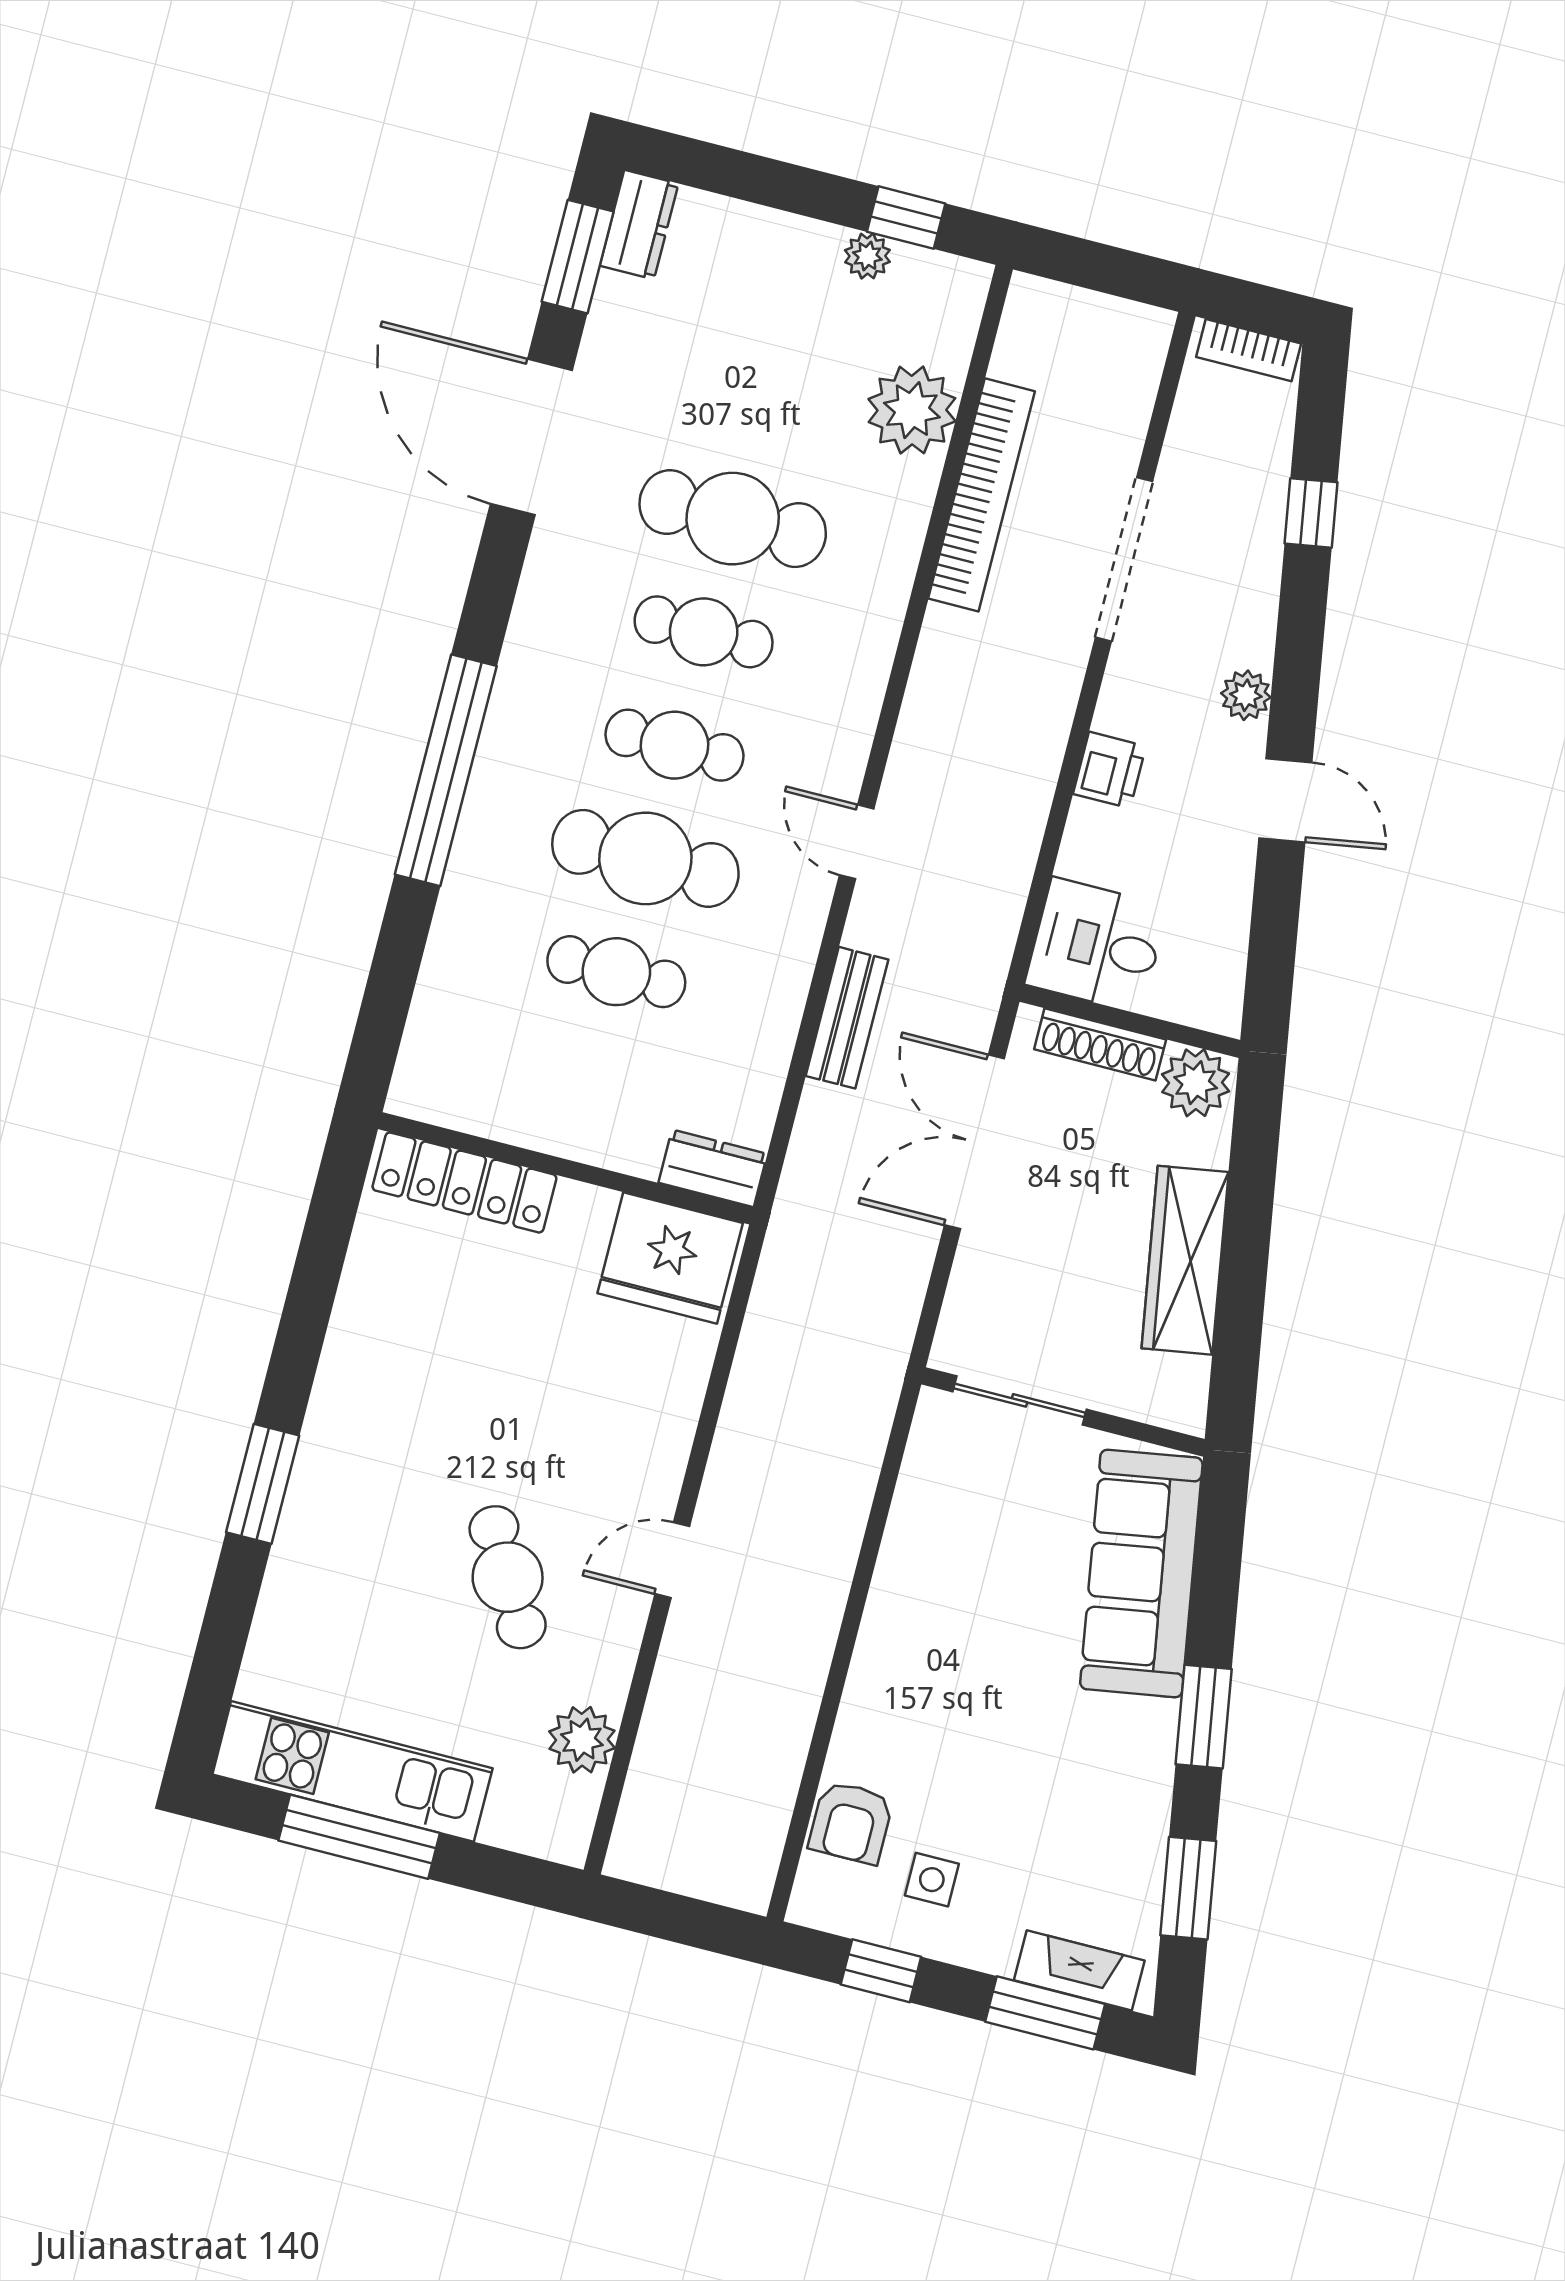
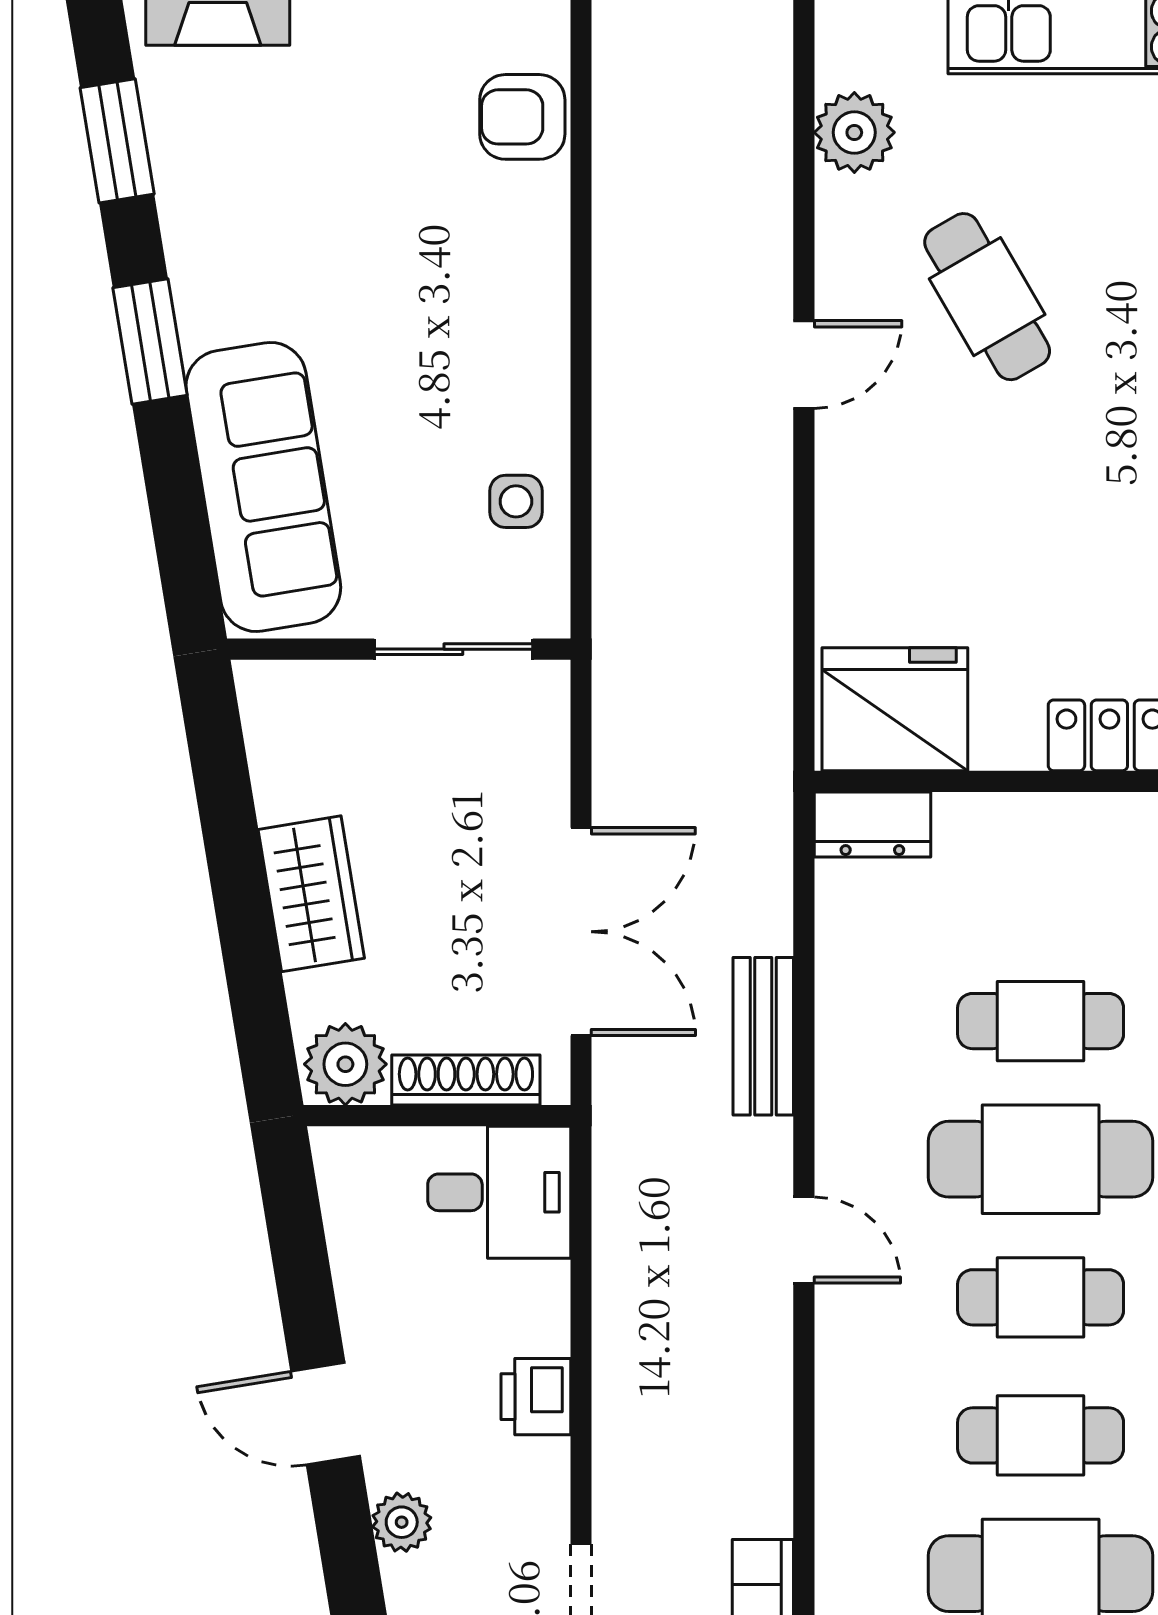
wardrobe: (1185, 1260) -> (311, 894), width x0.67
armchair: (851, 1822) -> (522, 117), turned -90
side table: (932, 1880) -> (516, 501), moved

